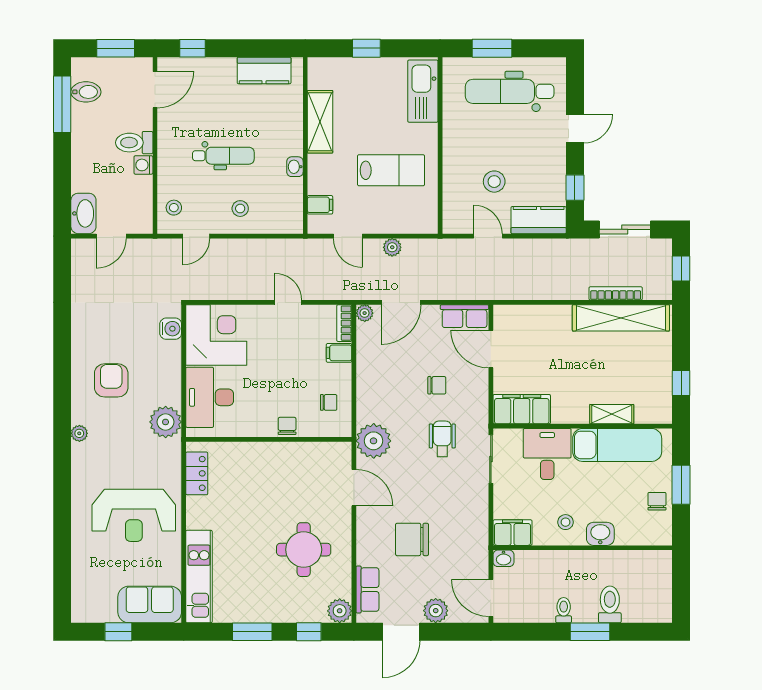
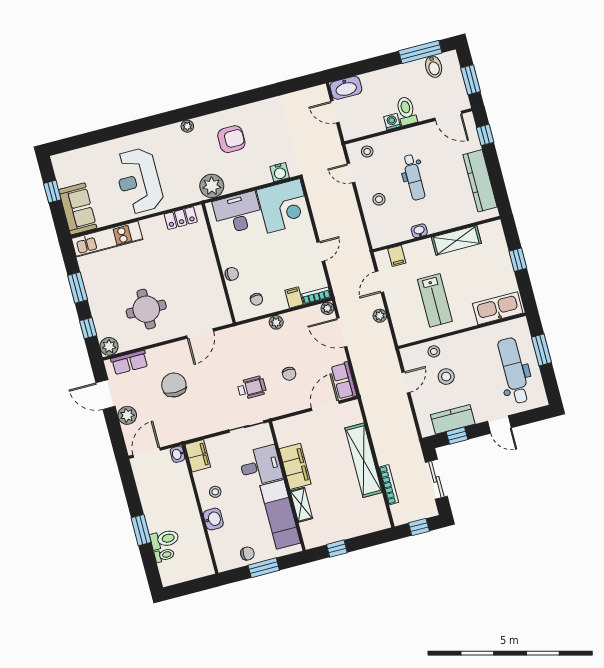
kitchen counter: (264, 70) -> (480, 181), width x1.50
stool: (457, 189) -> (434, 351), added
kitchen counter: (539, 220) -> (453, 419), moved, turned -90
shelving: (621, 318) -> (364, 460), moved
filing cabinet: (522, 409) -> (295, 466), moved
plant: (374, 441) -> (276, 322), moved, width x0.53, depth x0.53
toilet: (564, 610) -> (164, 555), moved

